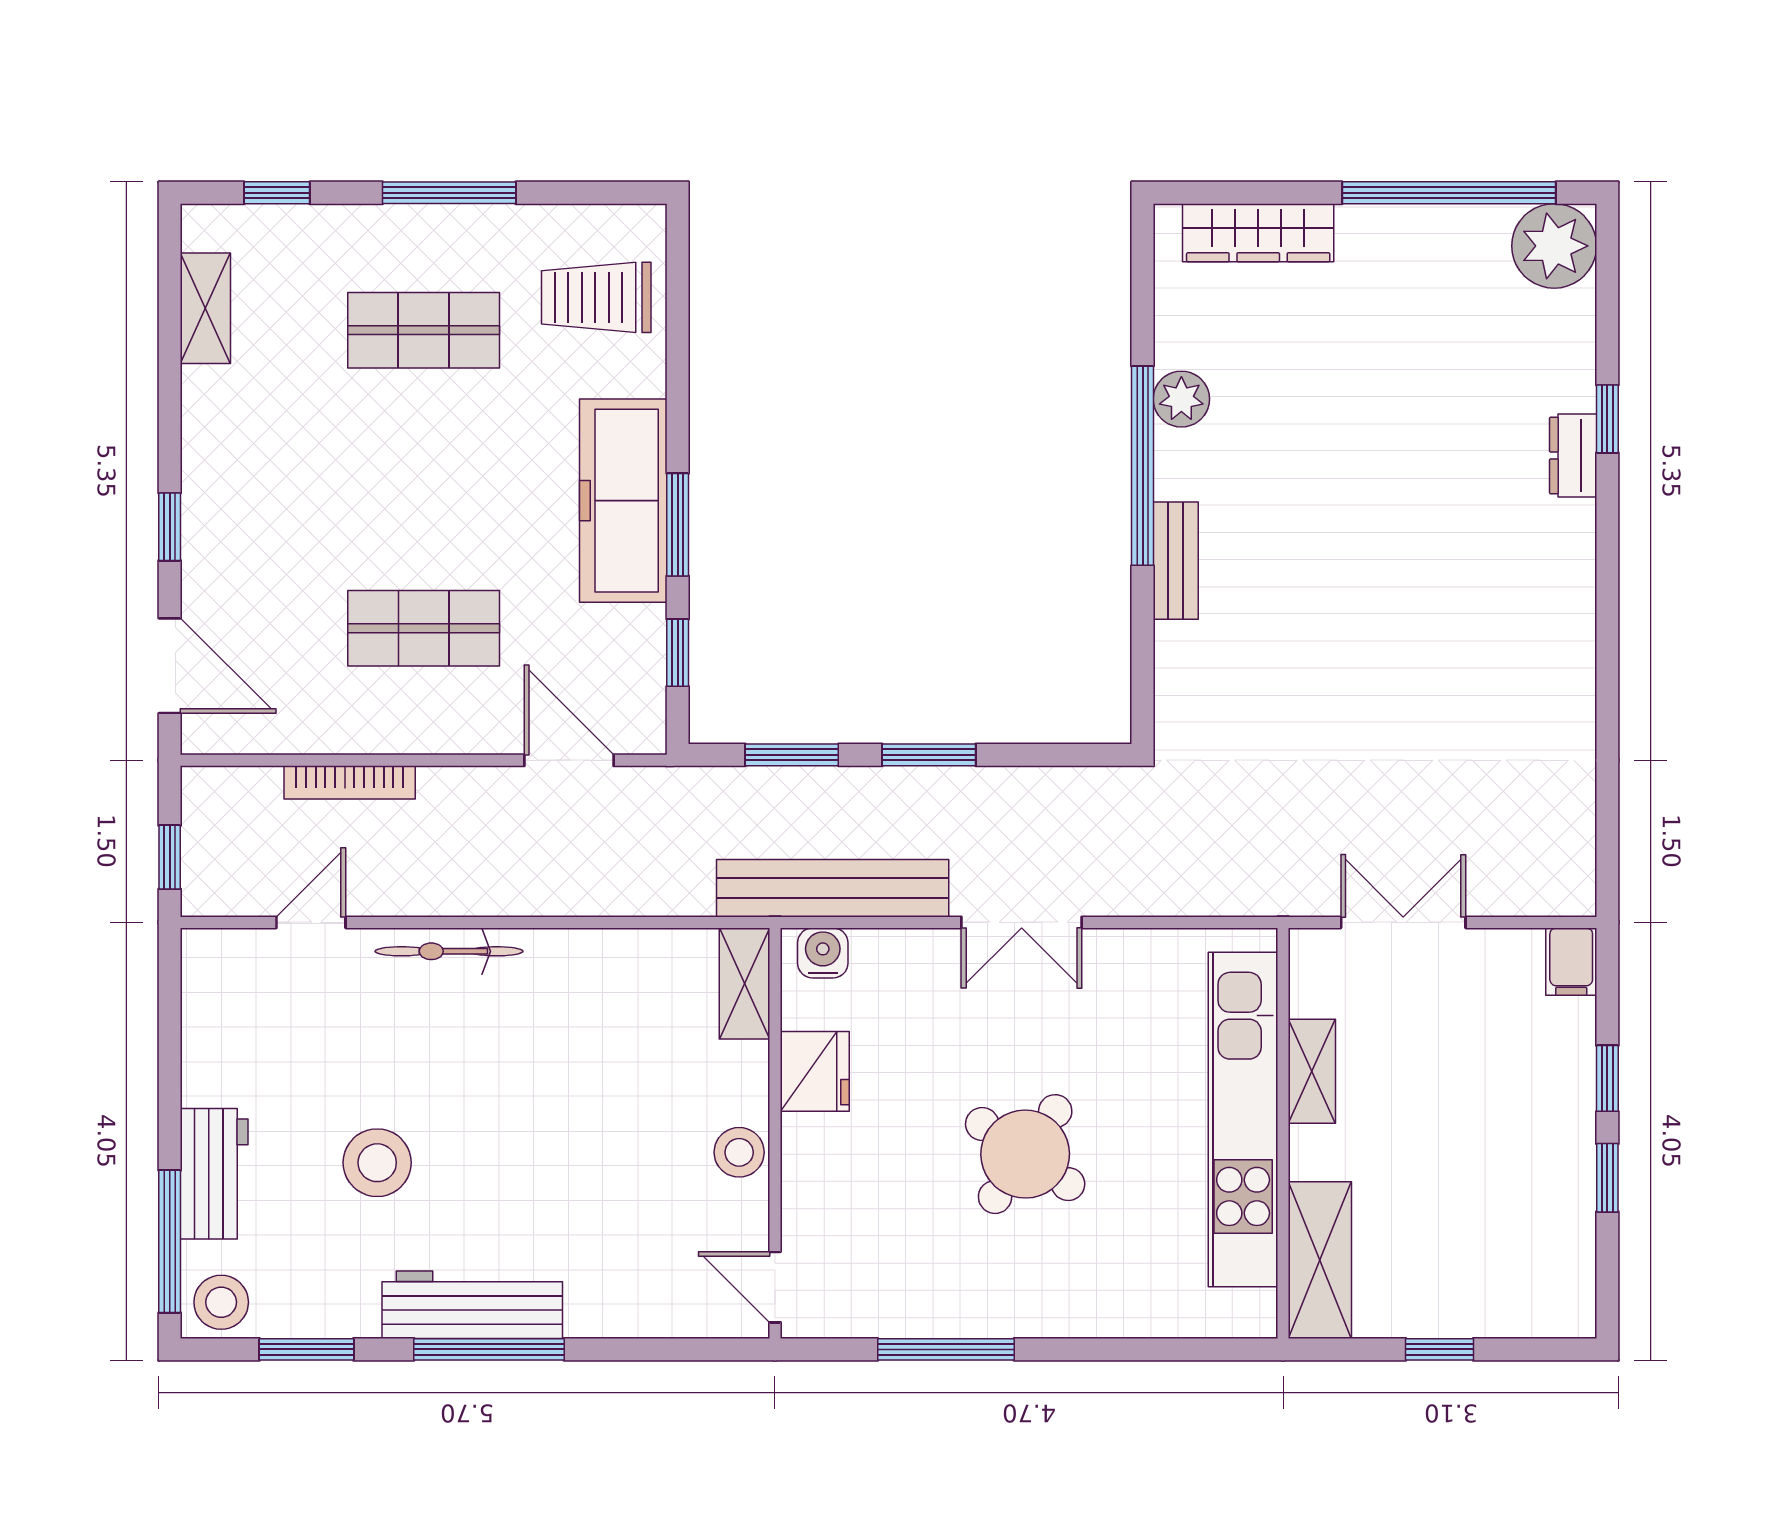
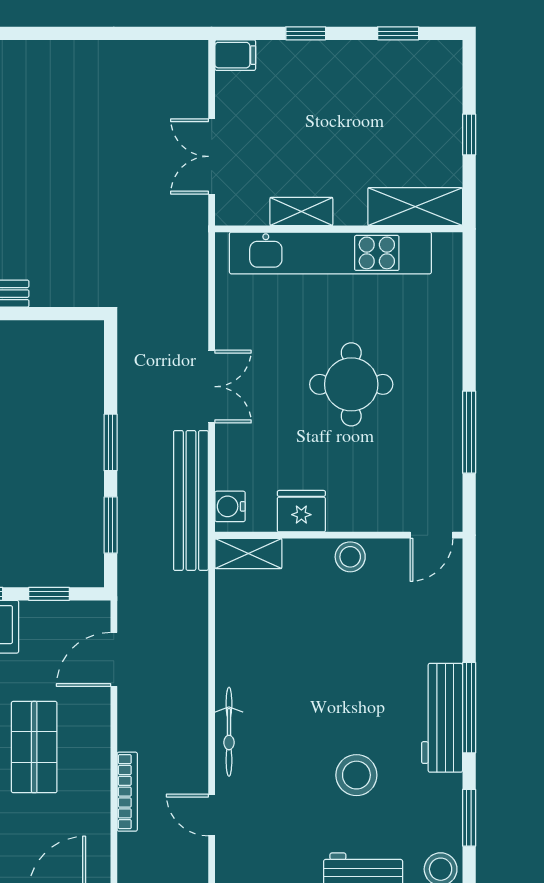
round table: (1025, 1154) -> (351, 384), turned -35
window: (1607, 1178) -> (398, 33), moved

